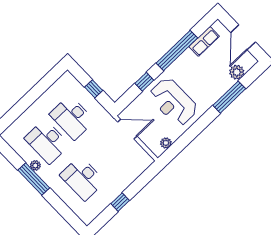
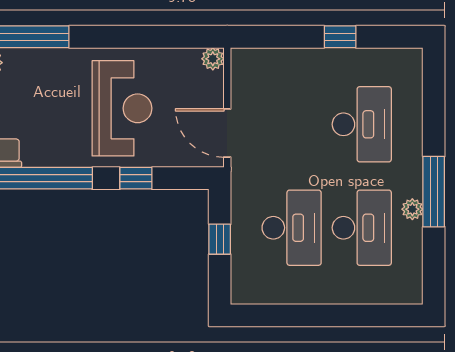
plant: (166, 143) -> (213, 59), moved

